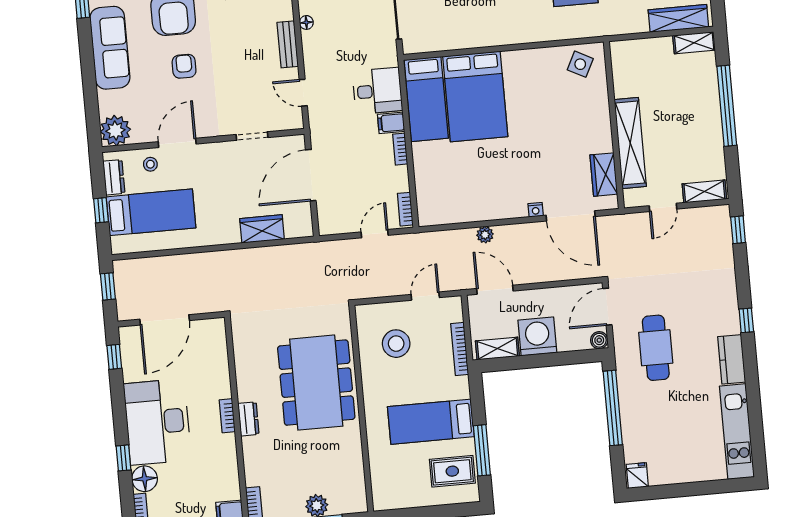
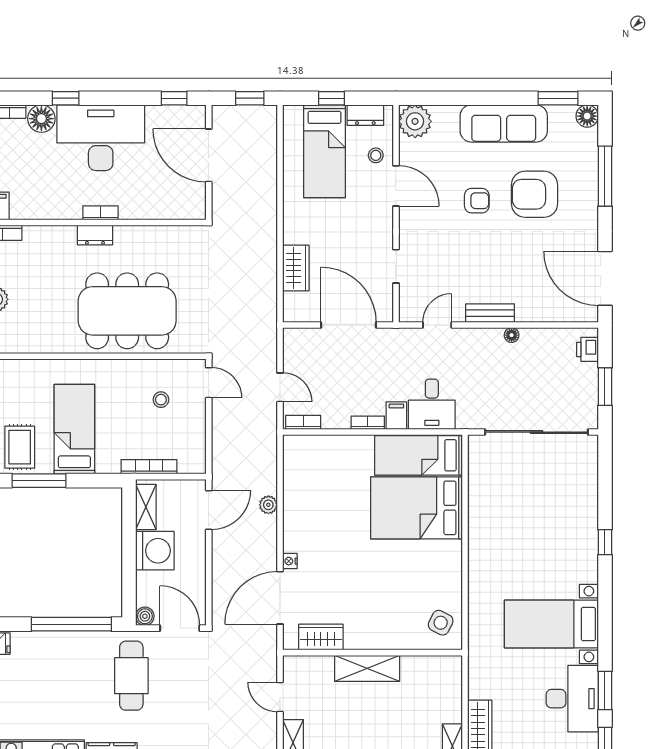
shelving: (630, 143) -> (367, 668), width x0.68
door: (425, 296) -> (209, 383), moved
stool: (396, 344) -> (161, 400), width x0.53, depth x0.53
cafe table: (656, 348) -> (131, 676), turned 90

